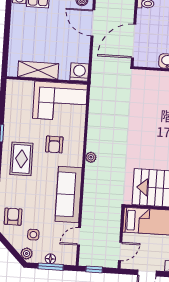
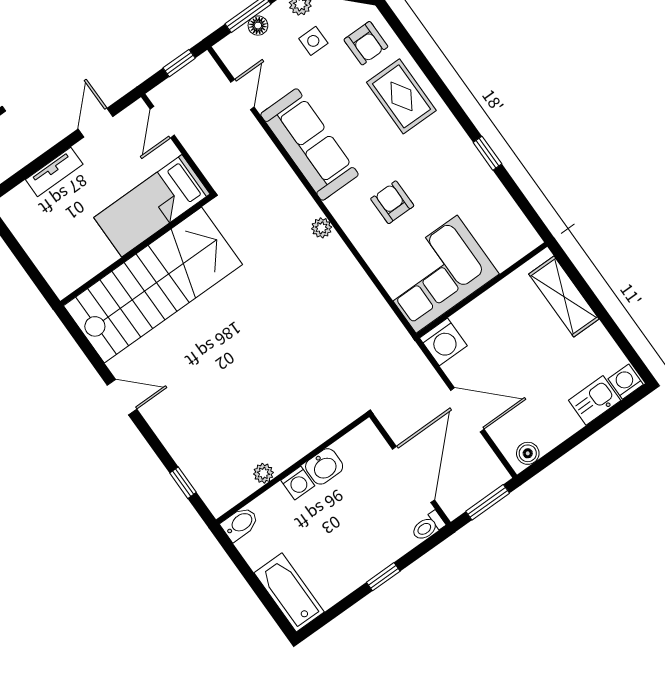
door: (93, 23) -> (467, 410), moved
door: (134, 41) -> (414, 474), moved
shelving: (38, 70) -> (564, 297), moved, turned 90
rug: (21, 159) -> (401, 96), moved

